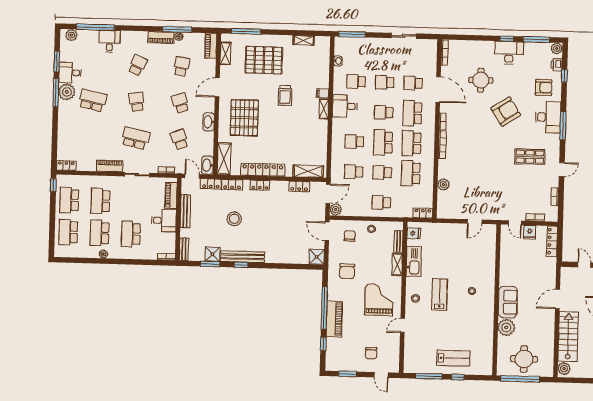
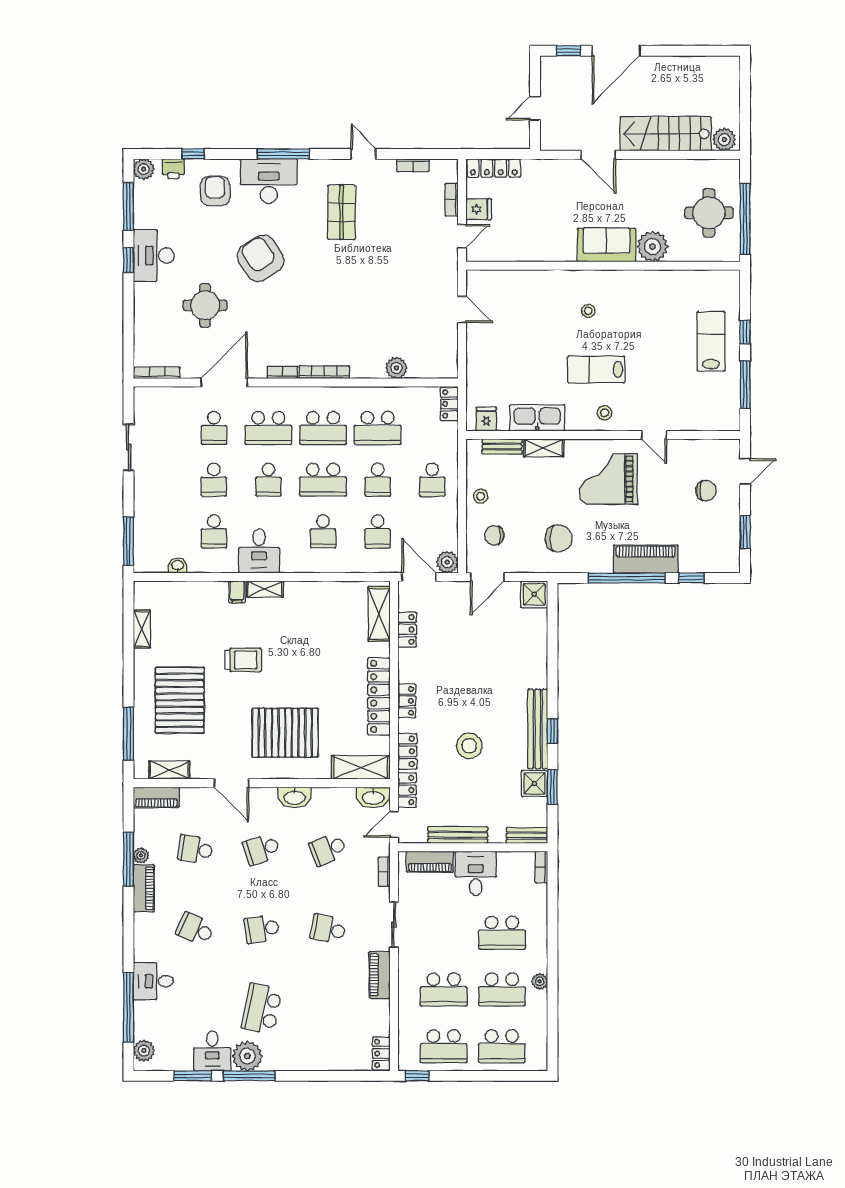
school desk: (136, 138) -> (328, 929), width x0.54

